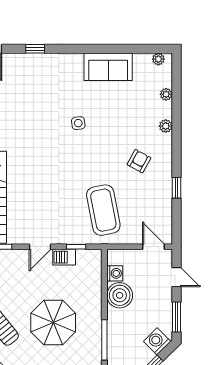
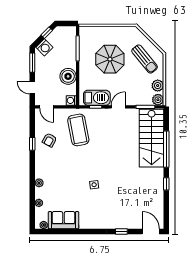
sofa: (108, 67) -> (63, 220), moved
armchair: (139, 161) -> (50, 140), moved
barbecue: (64, 257) -> (97, 98), width x1.88, depth x1.53
washing machine: (115, 273) -> (71, 100), moved

